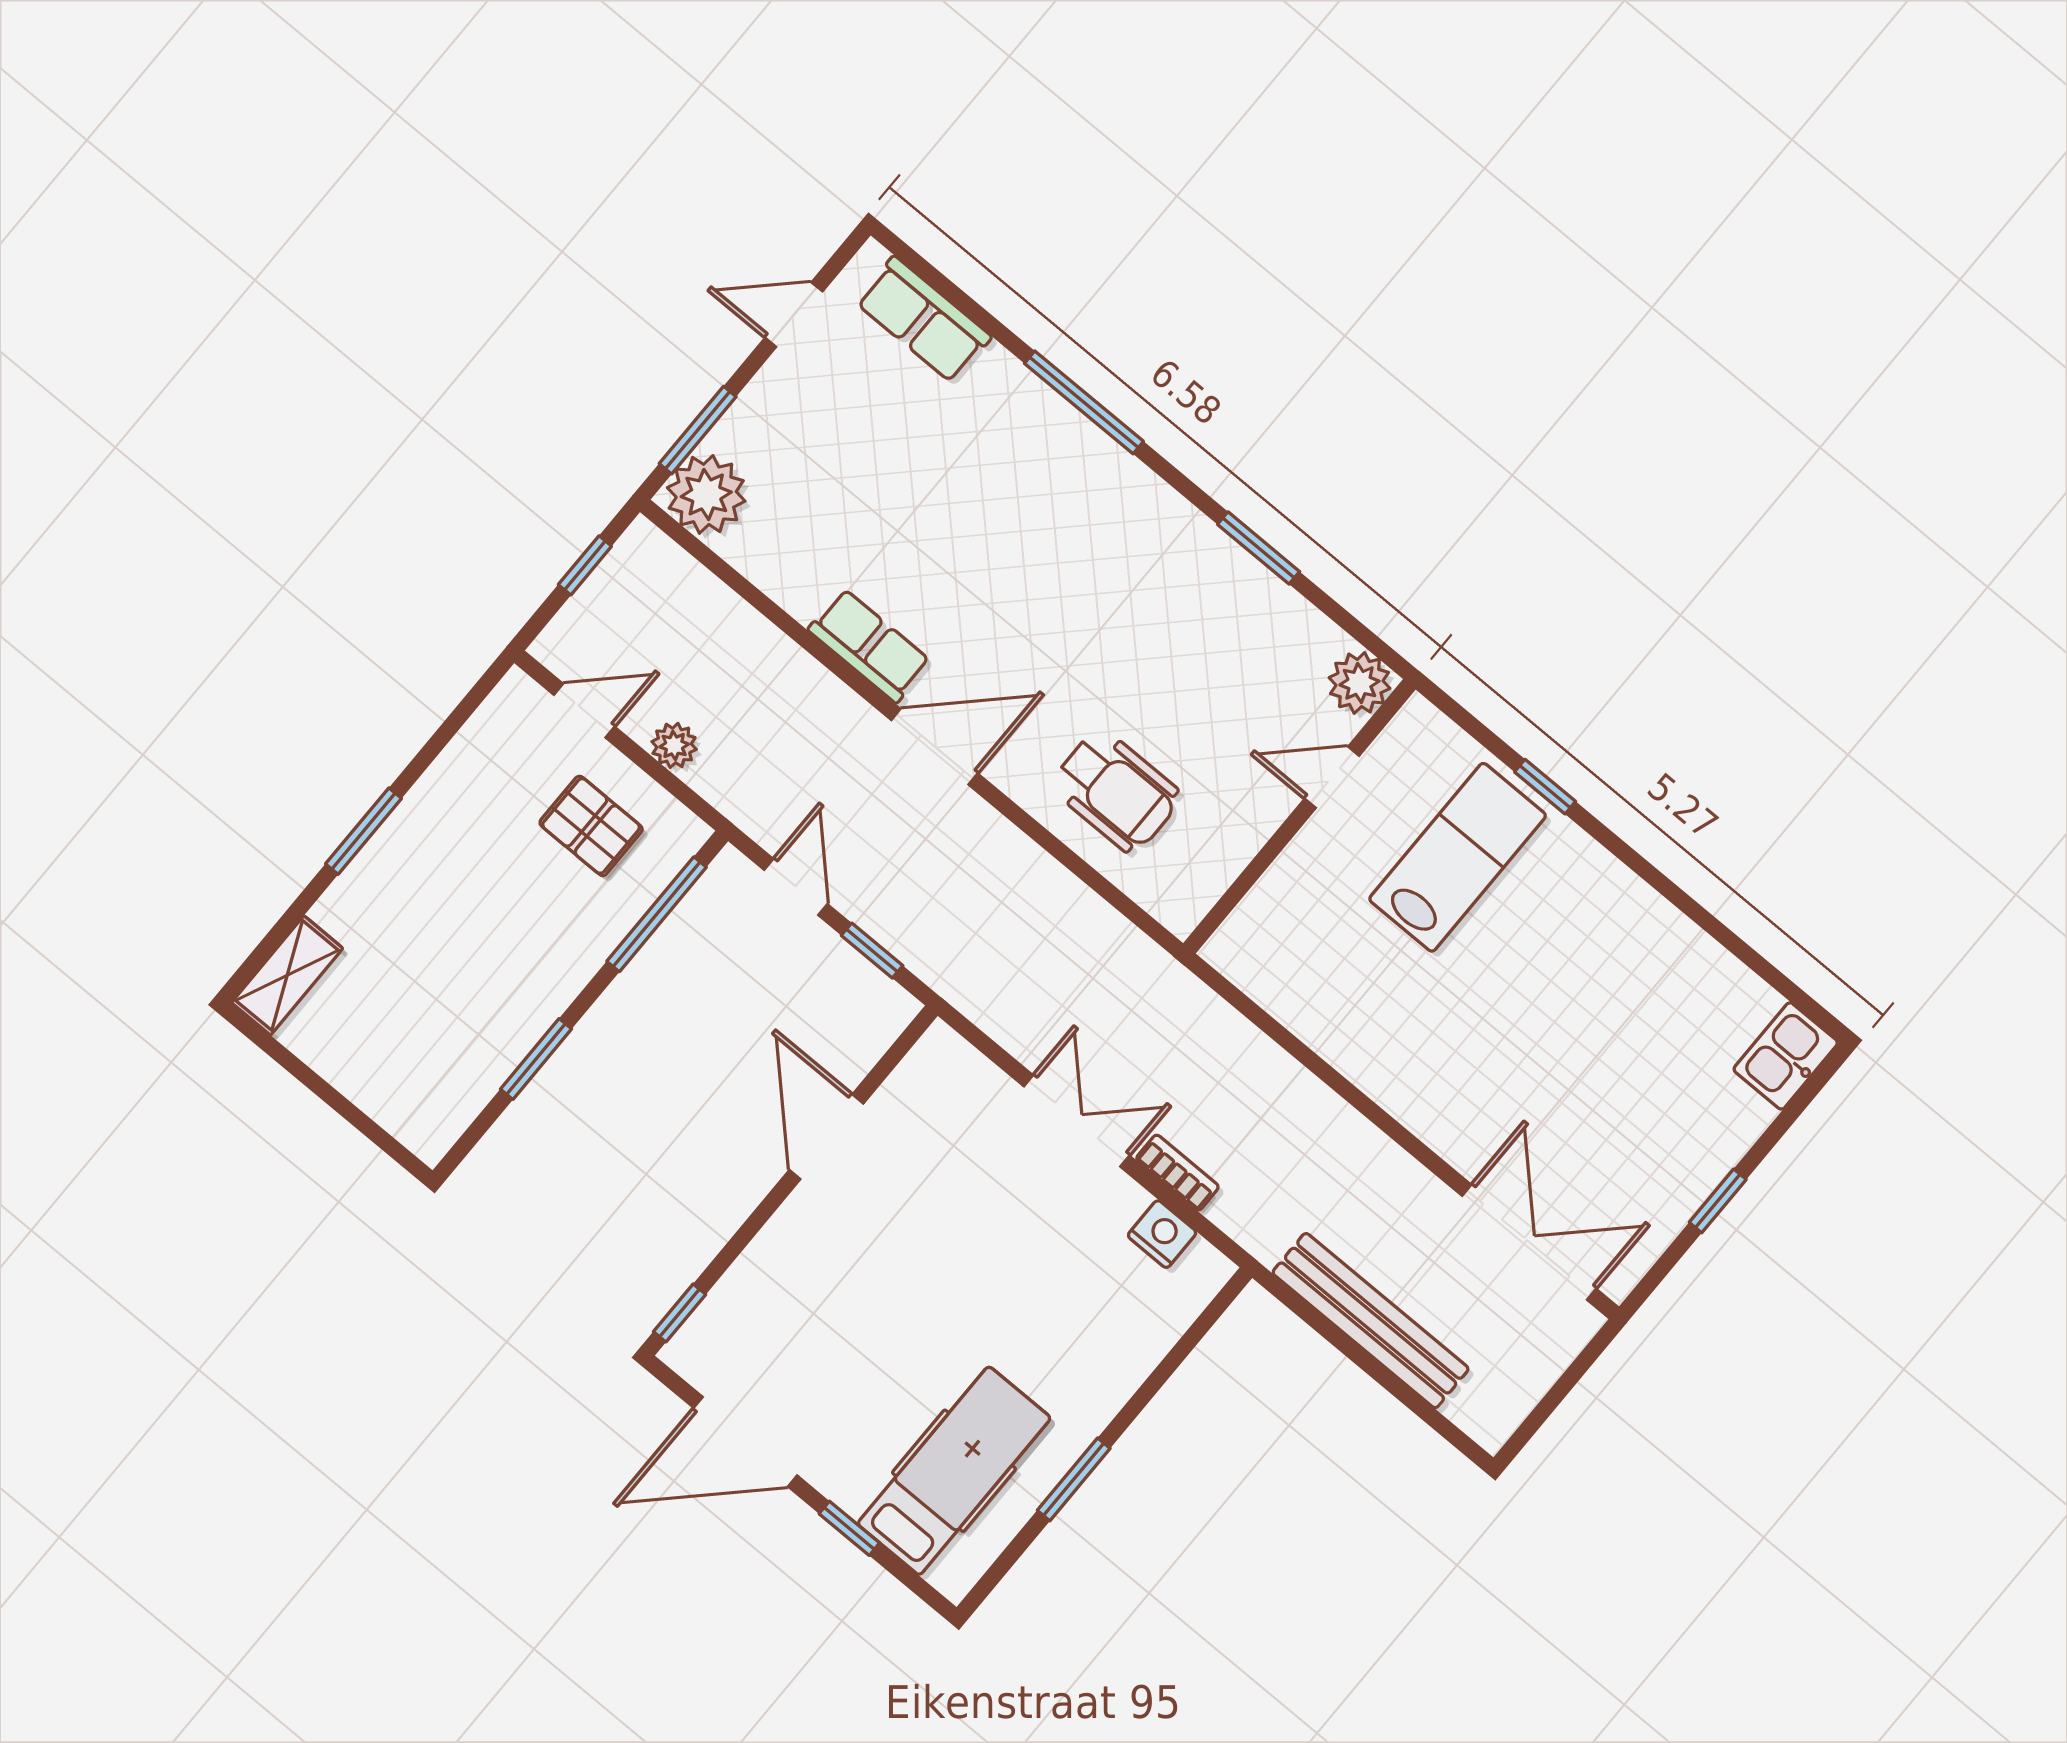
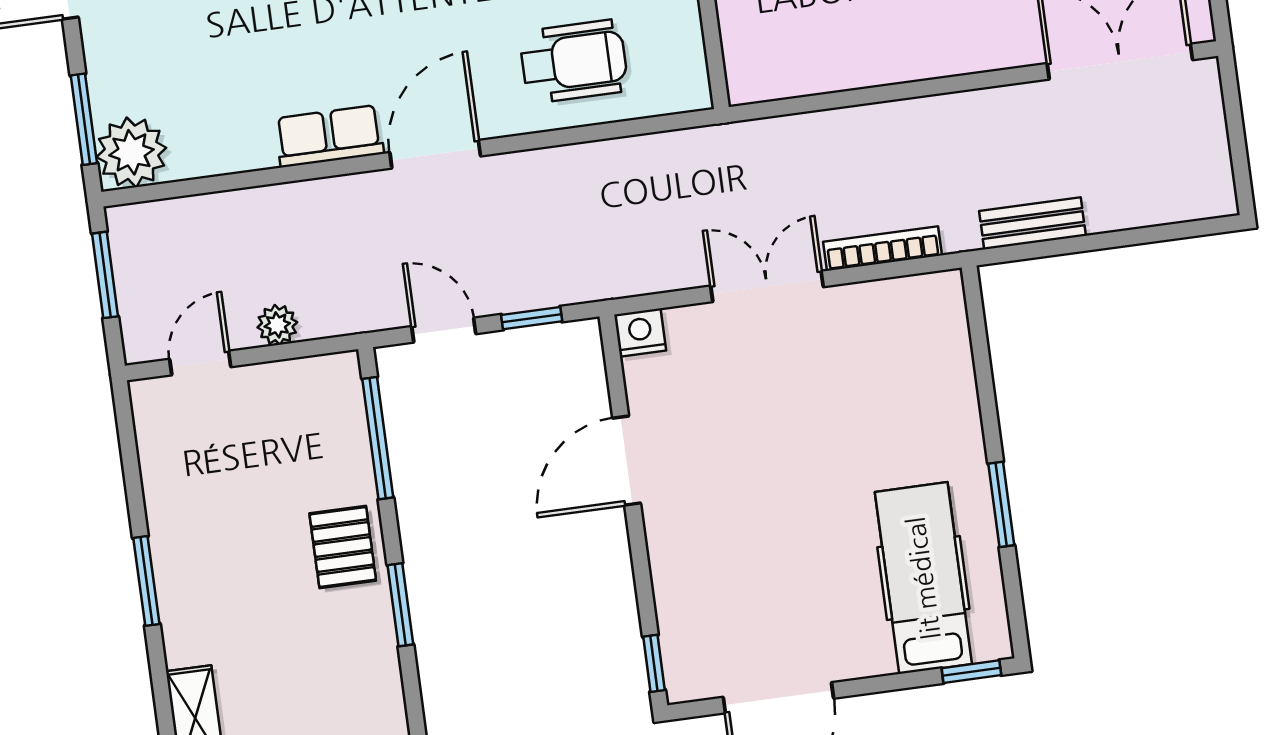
window: (585, 565) -> (105, 275), width x1.50
pallet: (591, 826) -> (343, 547), moved, turned 90
door: (826, 1137) -> (627, 461), hinge flipped
bookcase: (1177, 1173) -> (883, 248), width x1.56
nightstand: (1162, 1234) -> (640, 333), moved
bench: (1371, 1321) -> (1032, 223), width x0.54, depth x0.82
window: (849, 1528) -> (971, 672), moved

